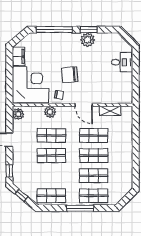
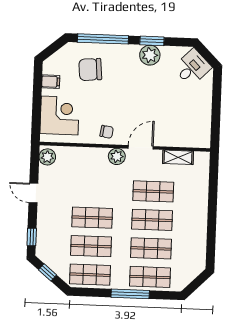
filing cabinet: (19, 56) -> (51, 82), width x0.50
desk: (122, 62) -> (192, 67), moved, turned -45
chair: (70, 75) -> (90, 69), moved
corner desk: (31, 85) -> (60, 116), width x0.74, depth x0.74
door: (84, 105) -> (141, 147), swing flipped
plant: (50, 112) -> (117, 156), moved
shop shelf: (51, 135) -> (91, 246), moved

